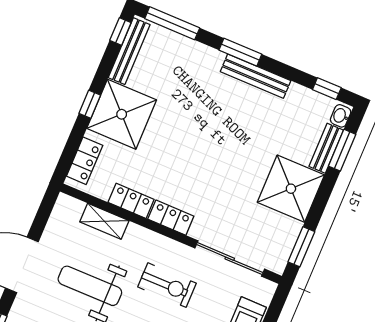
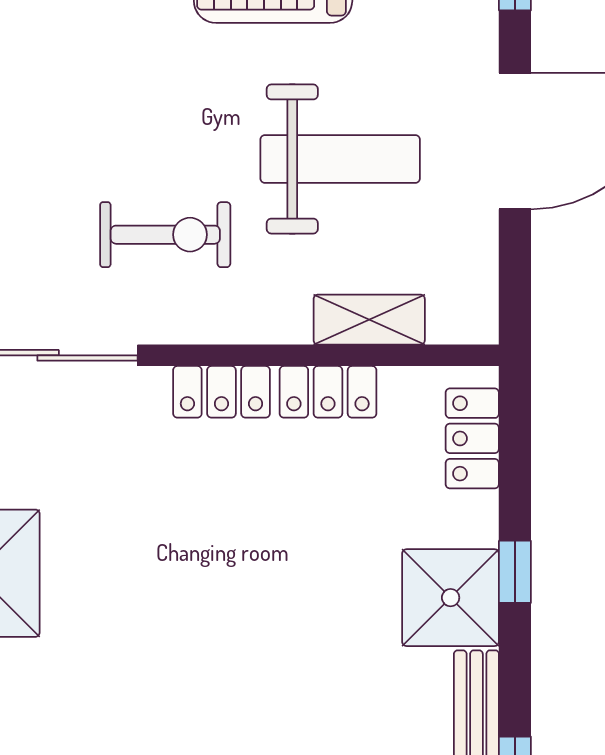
shower: (122, 114) -> (451, 598), width x0.73, depth x0.73
exercise bike: (167, 285) -> (165, 235), turned 180

